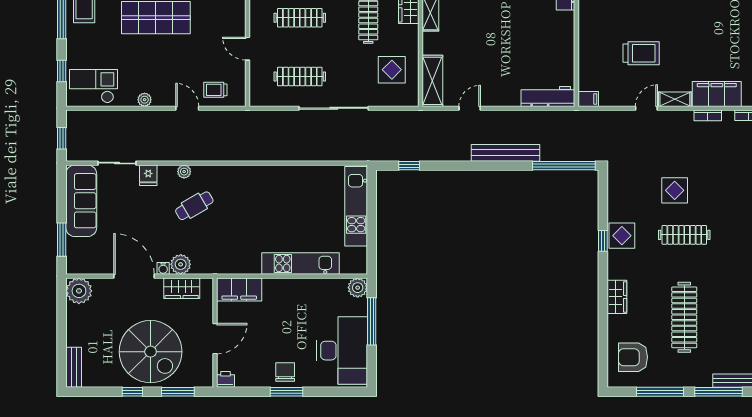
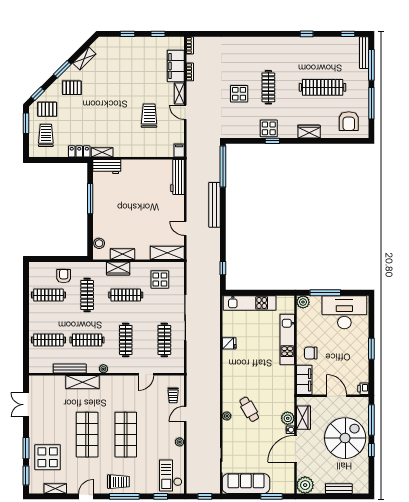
fridge: (148, 175) -> (229, 343), moved
bench: (74, 367) -> (339, 489), moved
chair: (285, 372) -> (311, 353), moved
window: (178, 392) -> (371, 420), width x1.44

